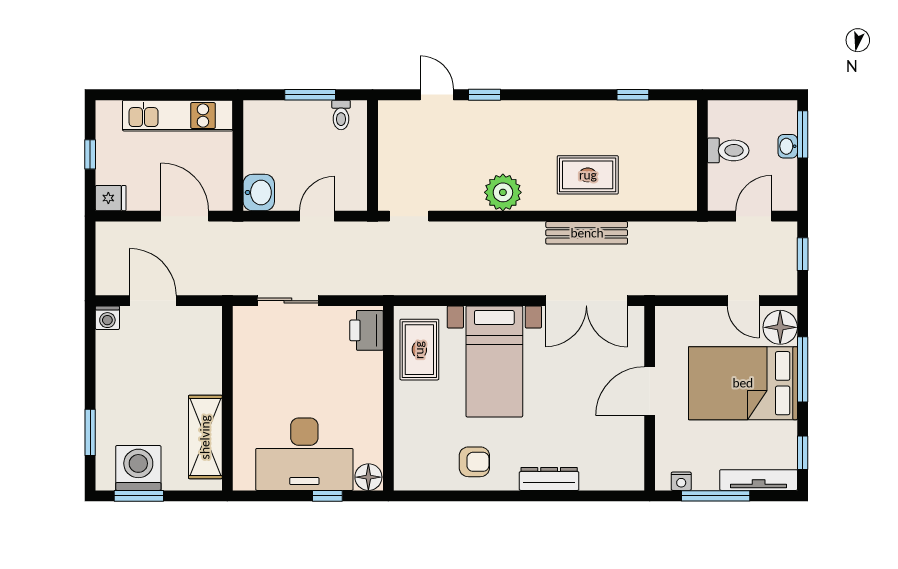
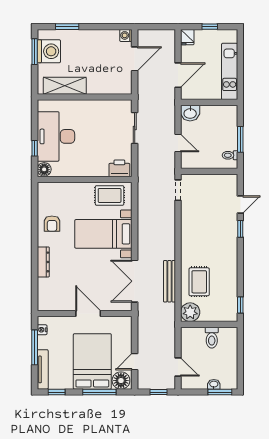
toilet: (728, 150) -> (212, 338), moved
wall: (702, 155) -> (209, 324), moved
plant: (503, 192) -> (190, 312), moved

